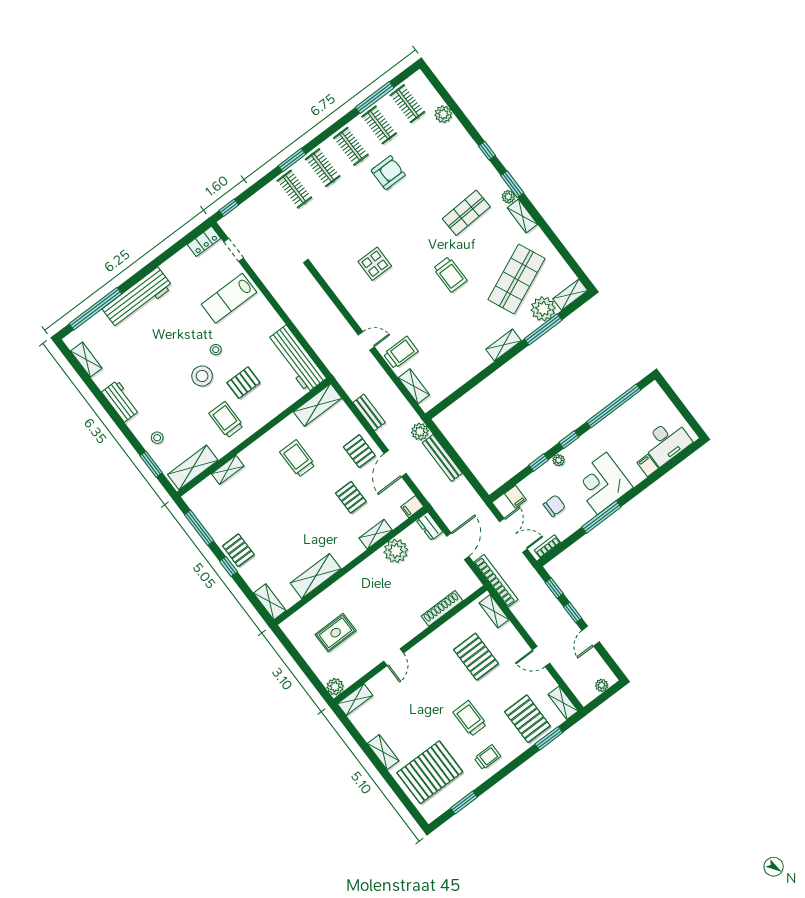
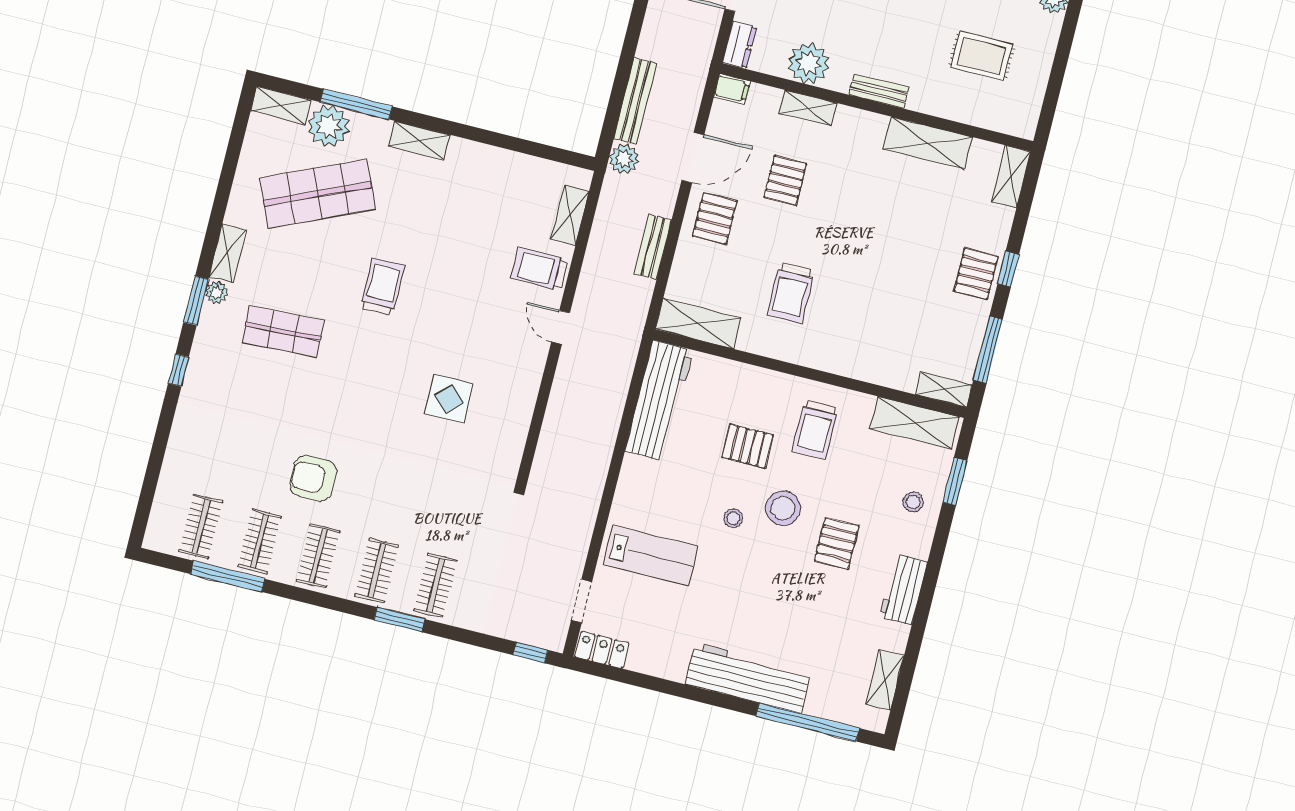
plant: (443, 114) -> (176, 467), removed
pallet: (166, 388) -> (837, 543), added
shelving: (228, 470) -> (944, 390), moved
bench: (357, 573) -> (879, 91), added

